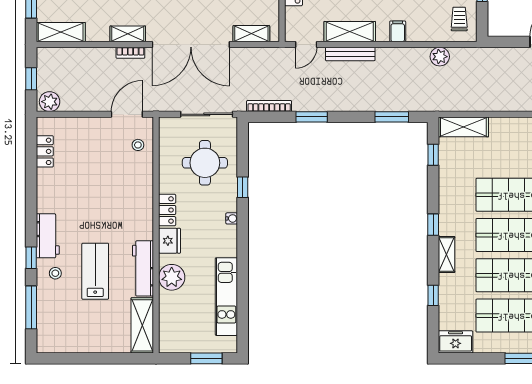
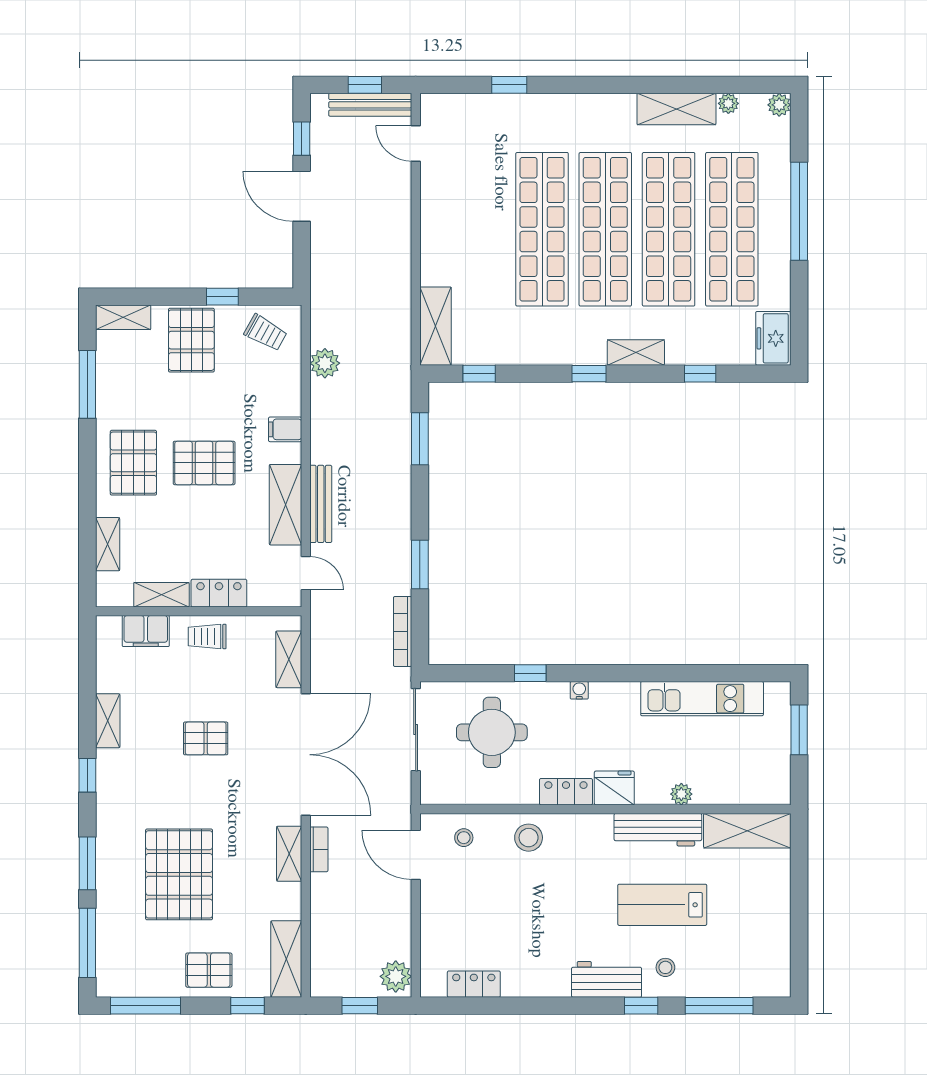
trolley: (459, 19) -> (266, 333), turned -151
stool: (138, 186) -> (529, 838), added
plant: (172, 277) -> (681, 794), width x0.53, depth x0.53

